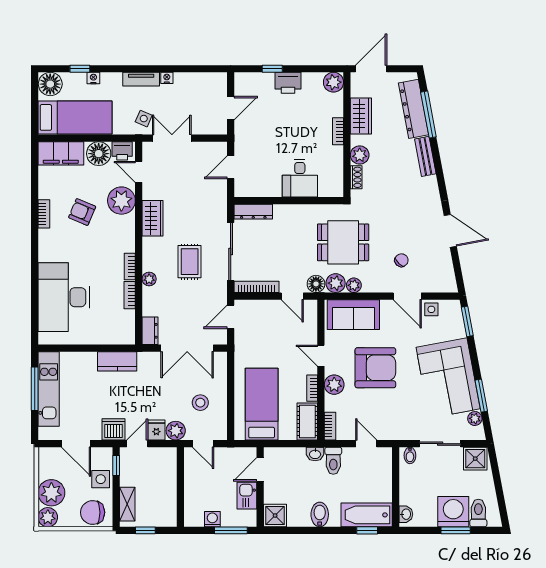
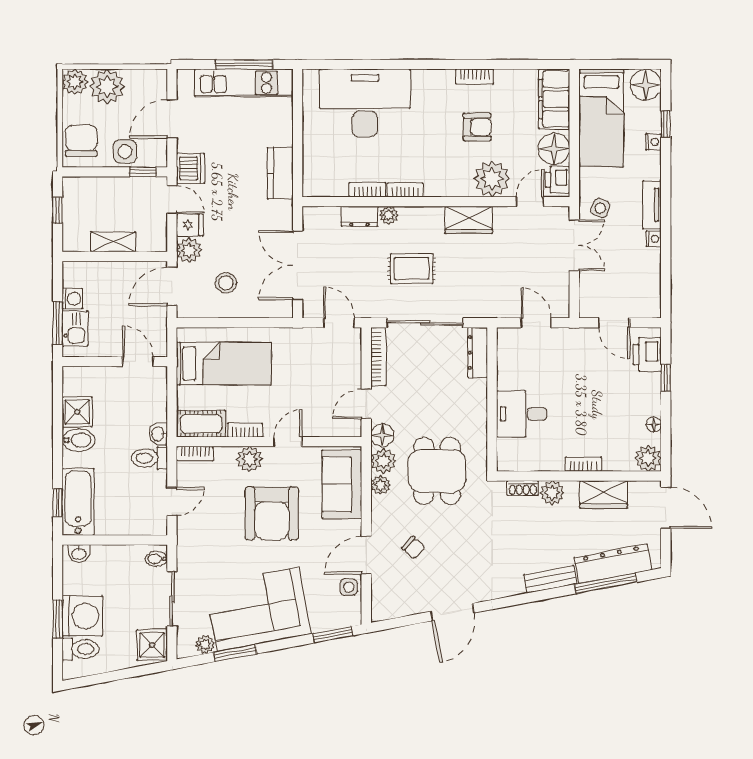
floor lamp: (308, 78) -> (654, 424), added
printer: (288, 83) -> (647, 354), moved
armchair: (82, 212) -> (477, 127), turned 67
dresser: (150, 331) -> (360, 216), moved
door: (203, 444) -> (172, 286), width x1.38
kitchen sink: (247, 496) -> (75, 328), moved, turned 90
shelving: (127, 504) -> (113, 242), moved
shower: (275, 515) -> (77, 412), moved

